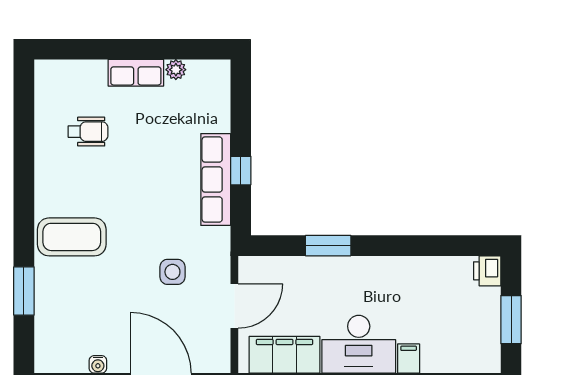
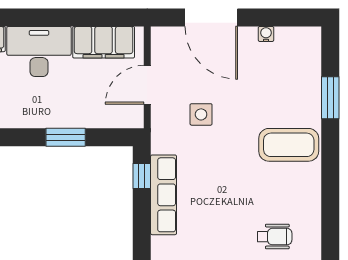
wheelchair: (88, 132) -> (275, 237), turned 180
window: (241, 171) -> (142, 176), moved

